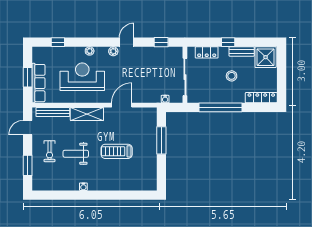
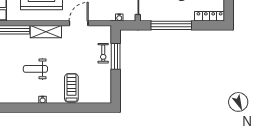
exercise bike: (50, 151) -> (103, 53), moved
treadmill: (117, 151) -> (71, 88), moved, turned 90

